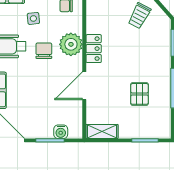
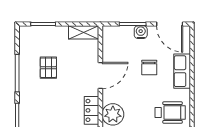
chair: (44, 51) -> (149, 67), moved
water cooler: (61, 132) -> (141, 32), moved

